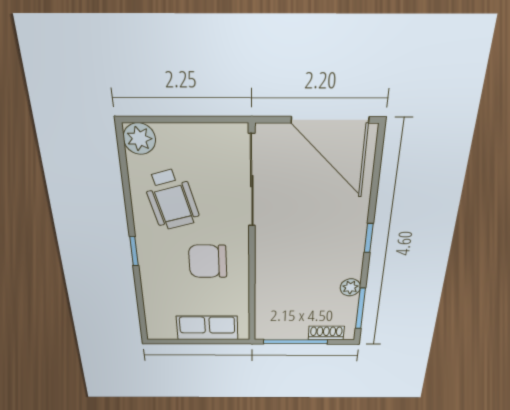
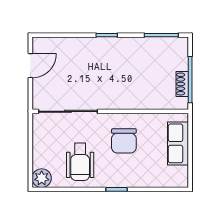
door: (330, 120) -> (30, 66), width x0.53
wheelchair: (171, 200) -> (80, 162), turned 105
plant: (350, 287) -> (144, 44), removed
shoe rack: (326, 333) -> (182, 84), moved

